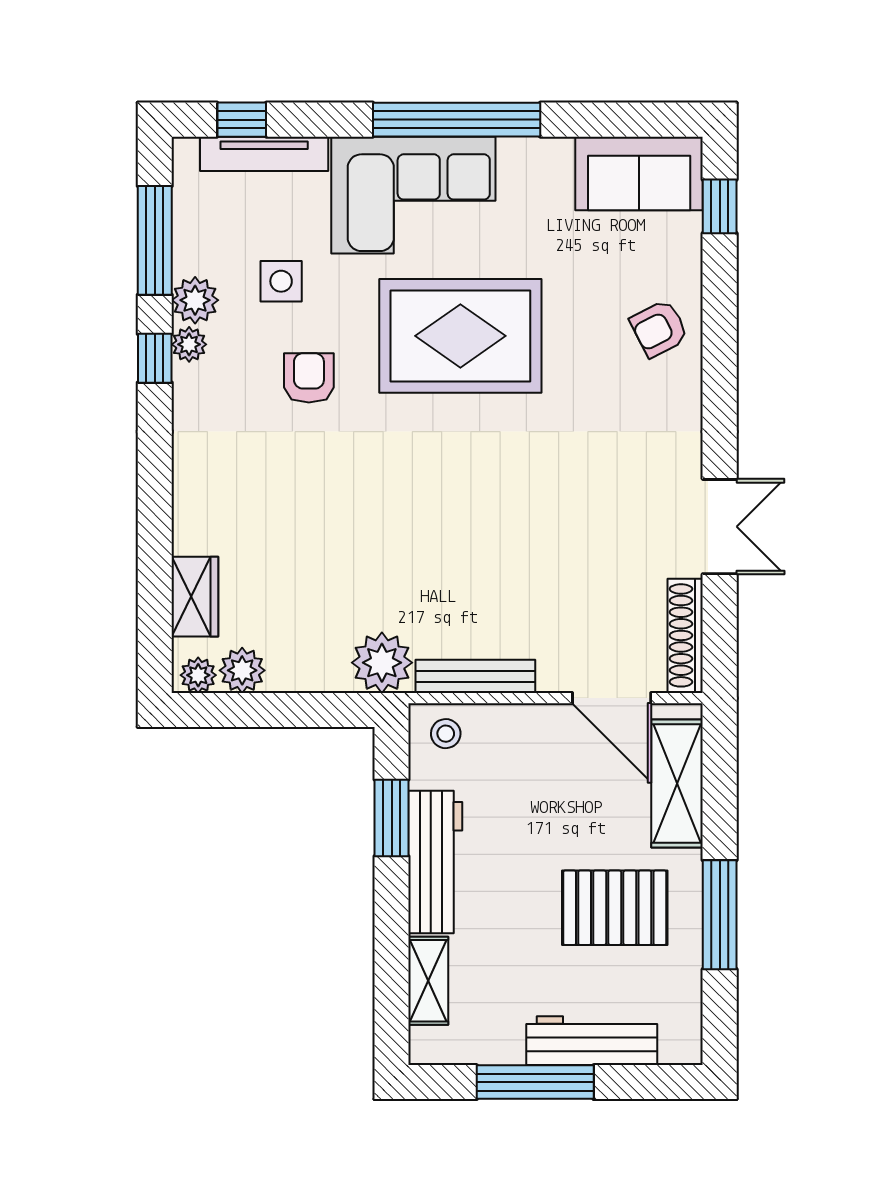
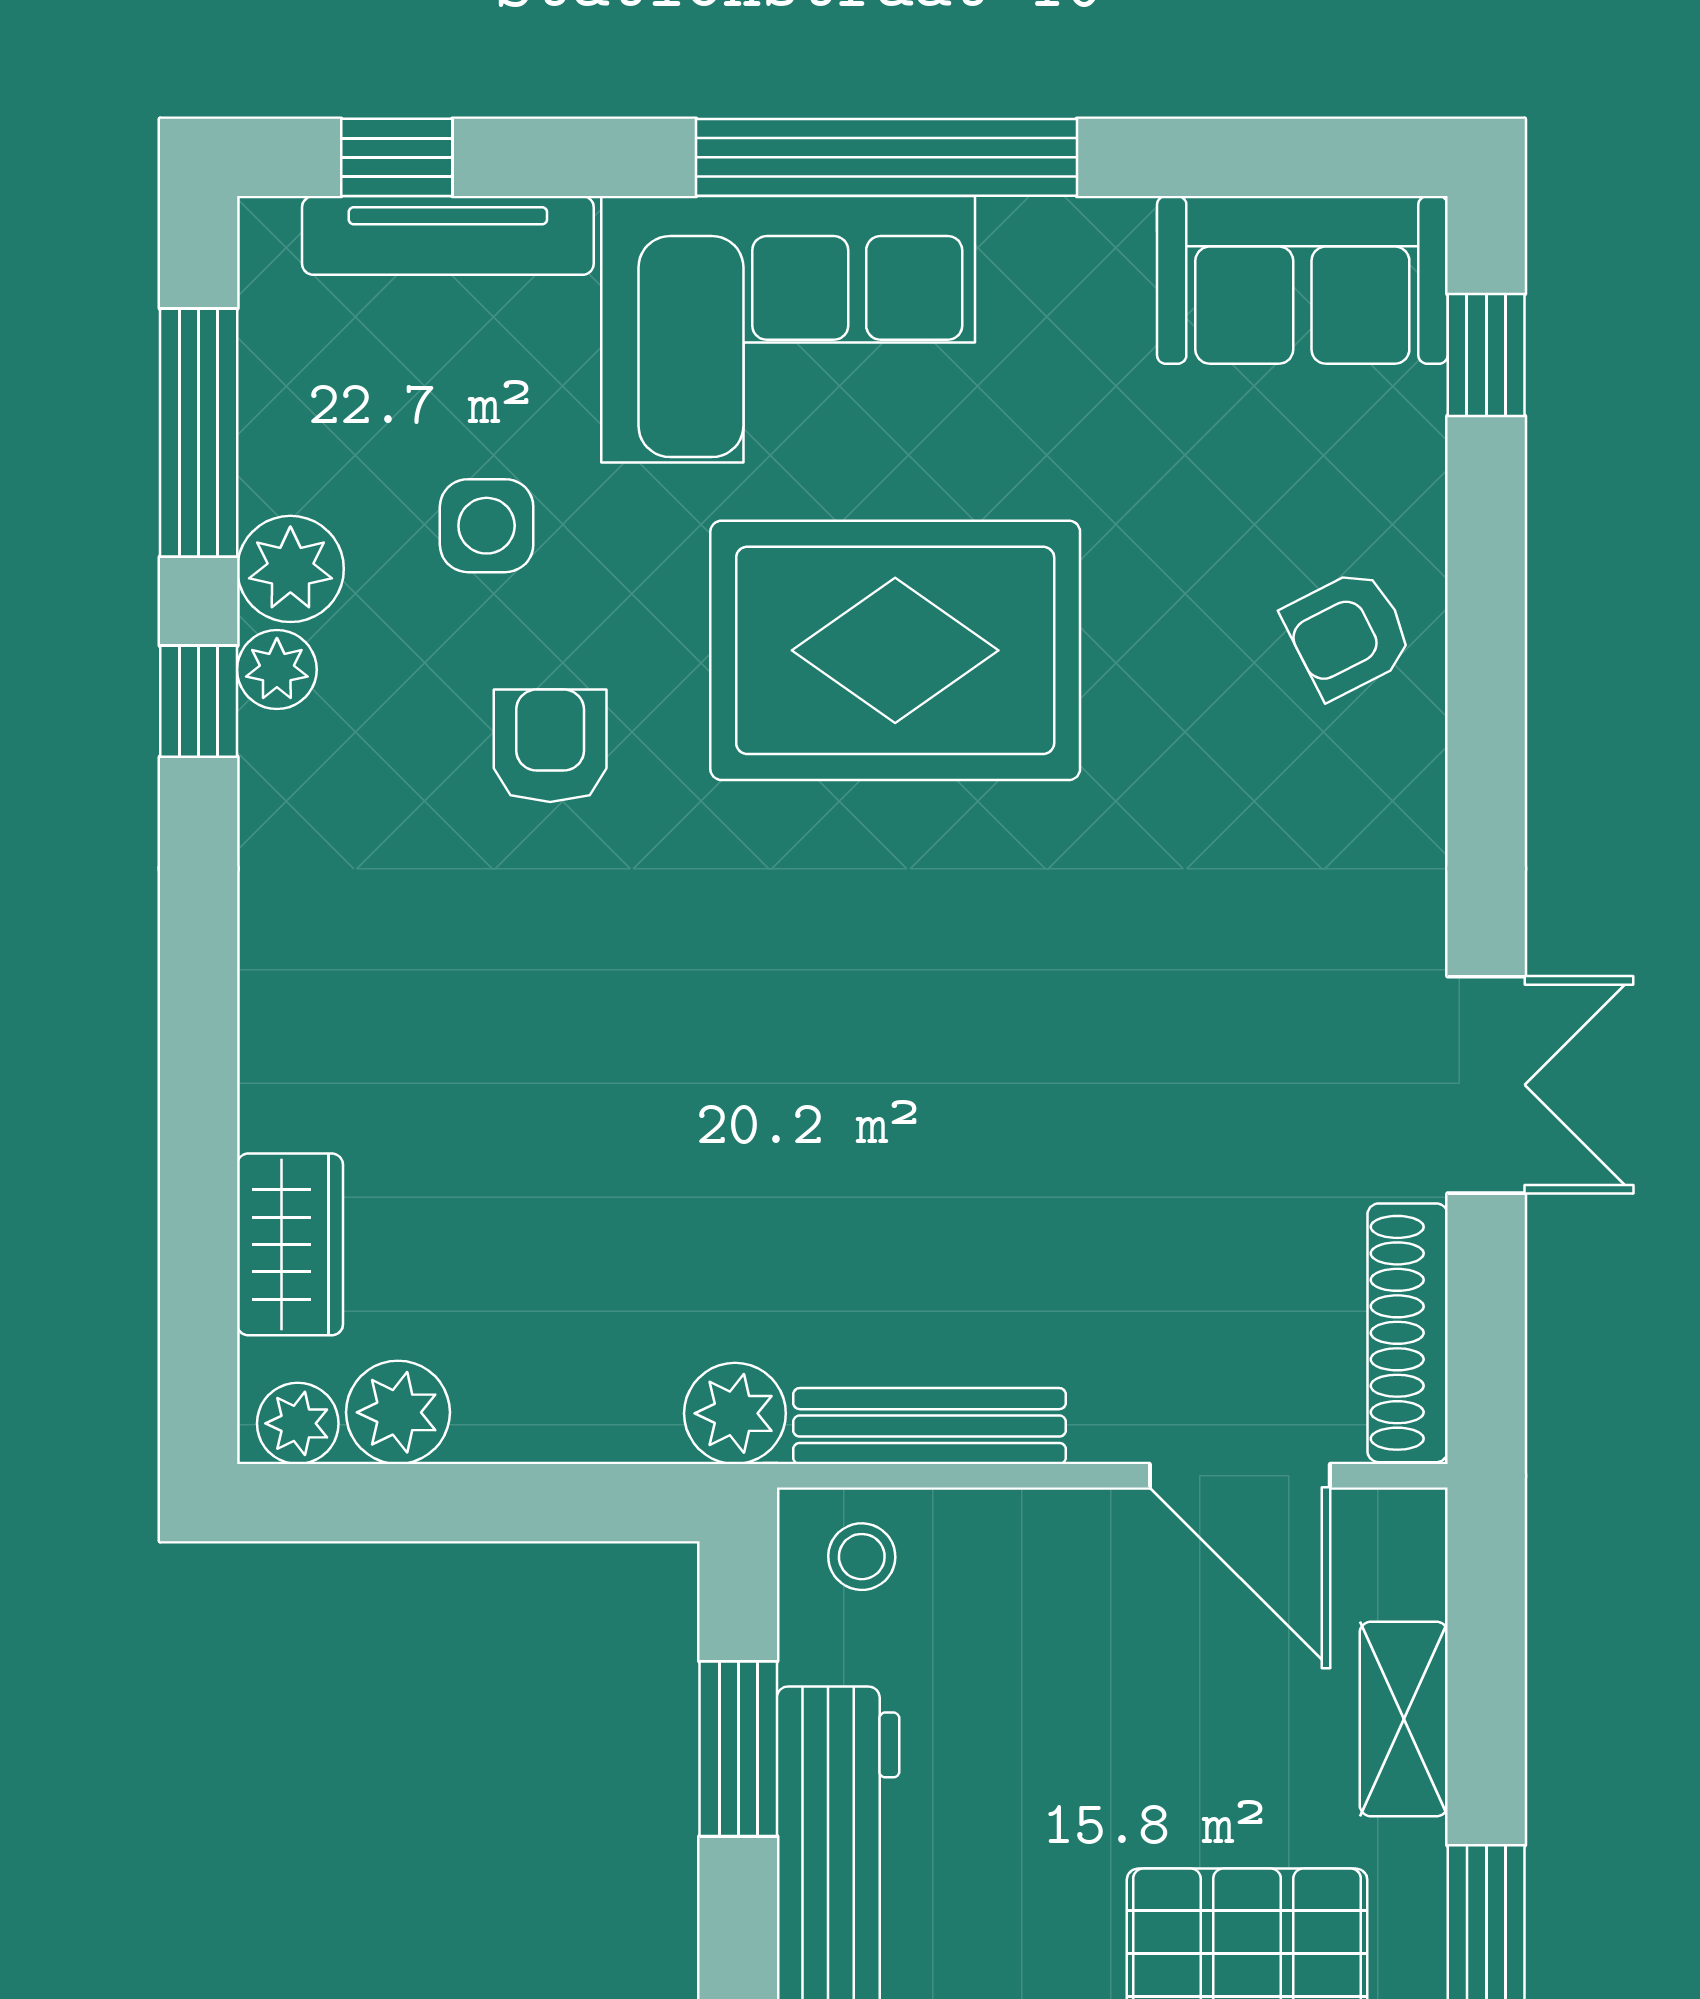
plant: (382, 663) -> (735, 1413), width x0.73, depth x0.73
shelving: (677, 783) -> (1404, 1719), width x0.67, depth x0.75

